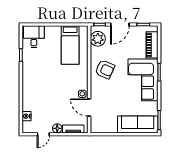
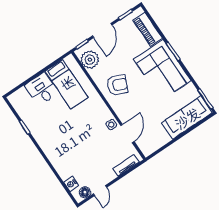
desk: (34, 37) -> (42, 89), moved
door: (89, 108) -> (127, 133), swing flipped
floor lamp: (57, 128) -> (85, 192), moved

